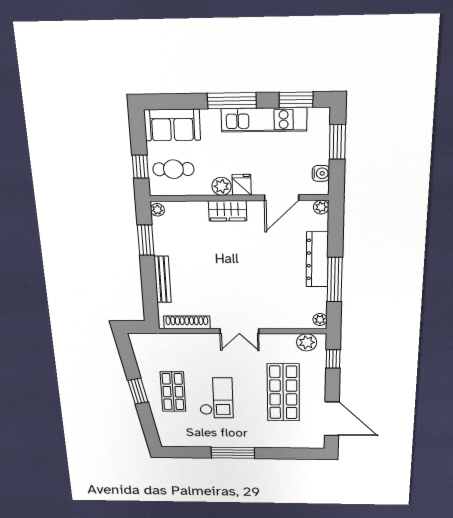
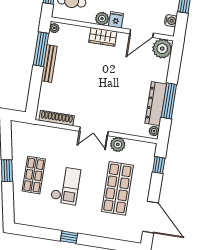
plant: (321, 207) -> (162, 49), width x1.87, depth x1.87
window: (146, 240) -> (41, 49), width x1.44
dresser: (317, 259) -> (156, 104), moved
bench: (163, 279) -> (49, 63), moved
plant: (307, 342) -> (118, 144), moved
window: (233, 453) -> (69, 237), width x0.46

